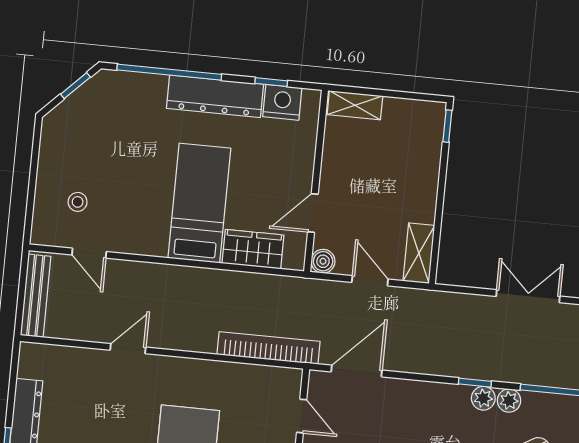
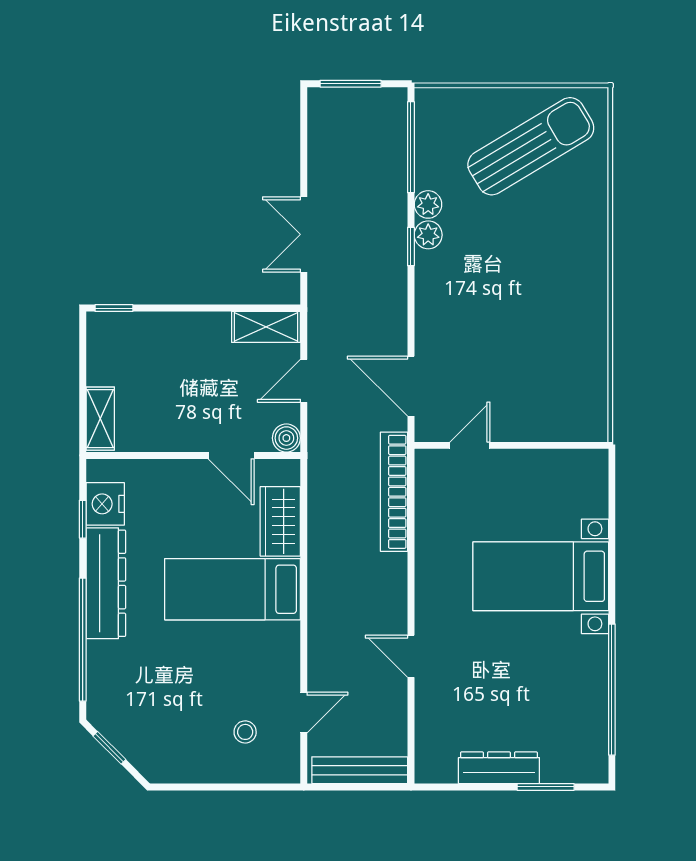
double door: (528, 296) -> (304, 234), moved

